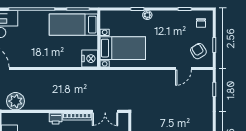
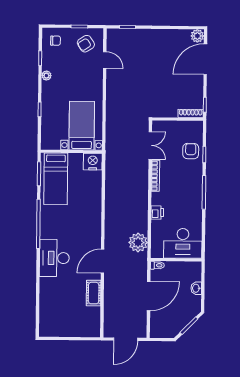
plant: (147, 15) -> (46, 76), moved
printer: (56, 119) -> (157, 212), moved

